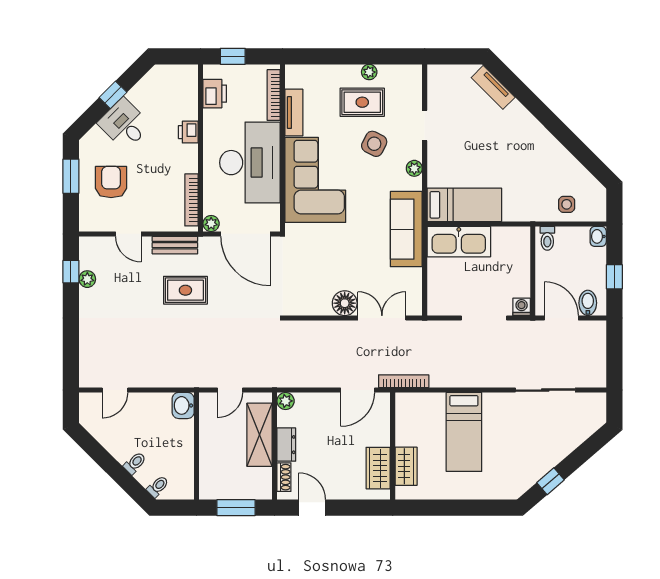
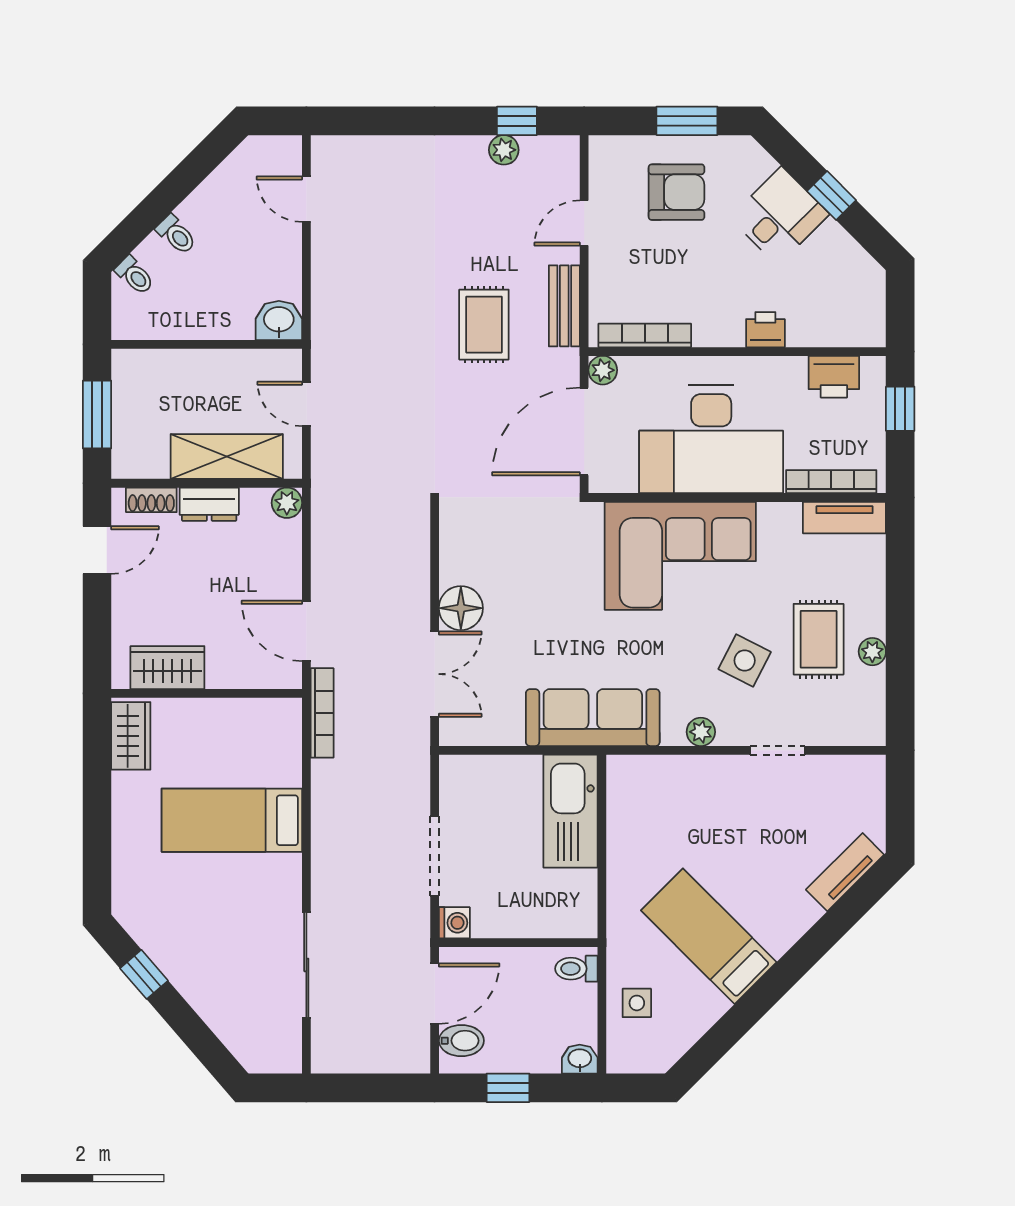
tv unit: (294, 112) -> (844, 518), moved
bed: (464, 205) -> (709, 936), moved, turned 135
wardrobe: (406, 466) -> (131, 736), moved, turned -90

